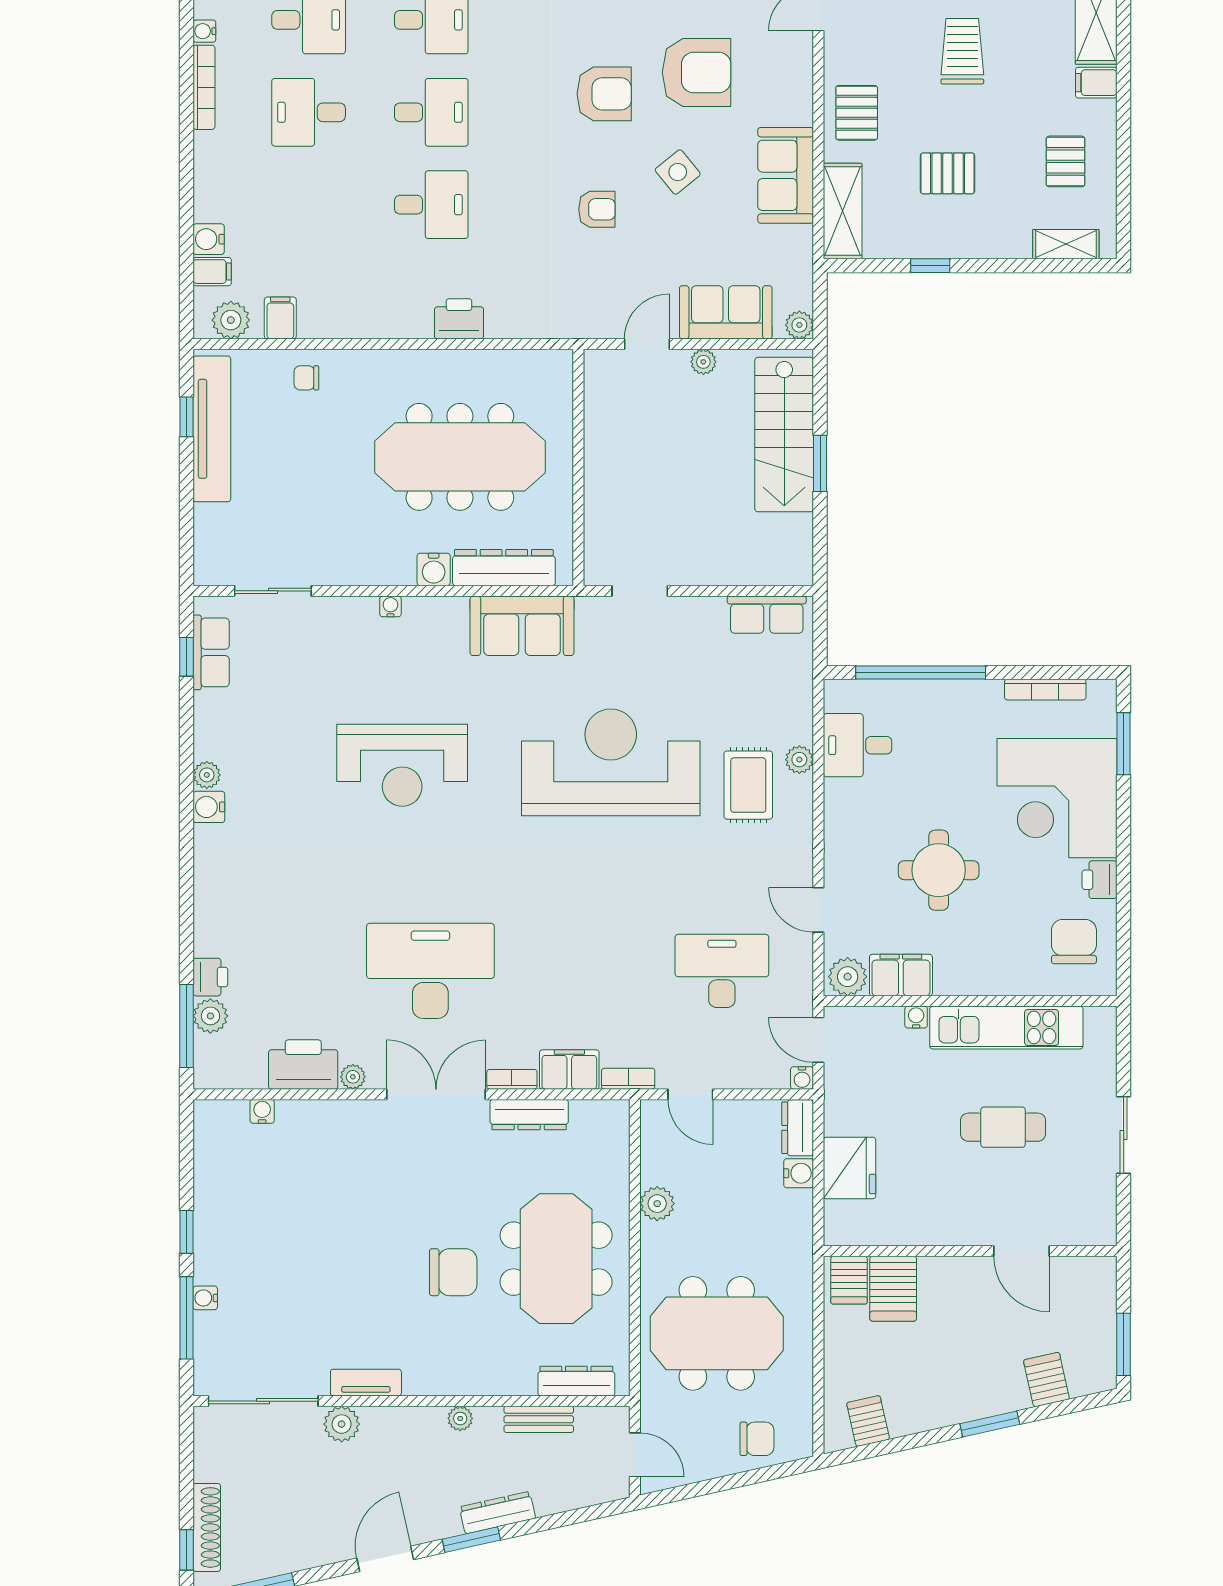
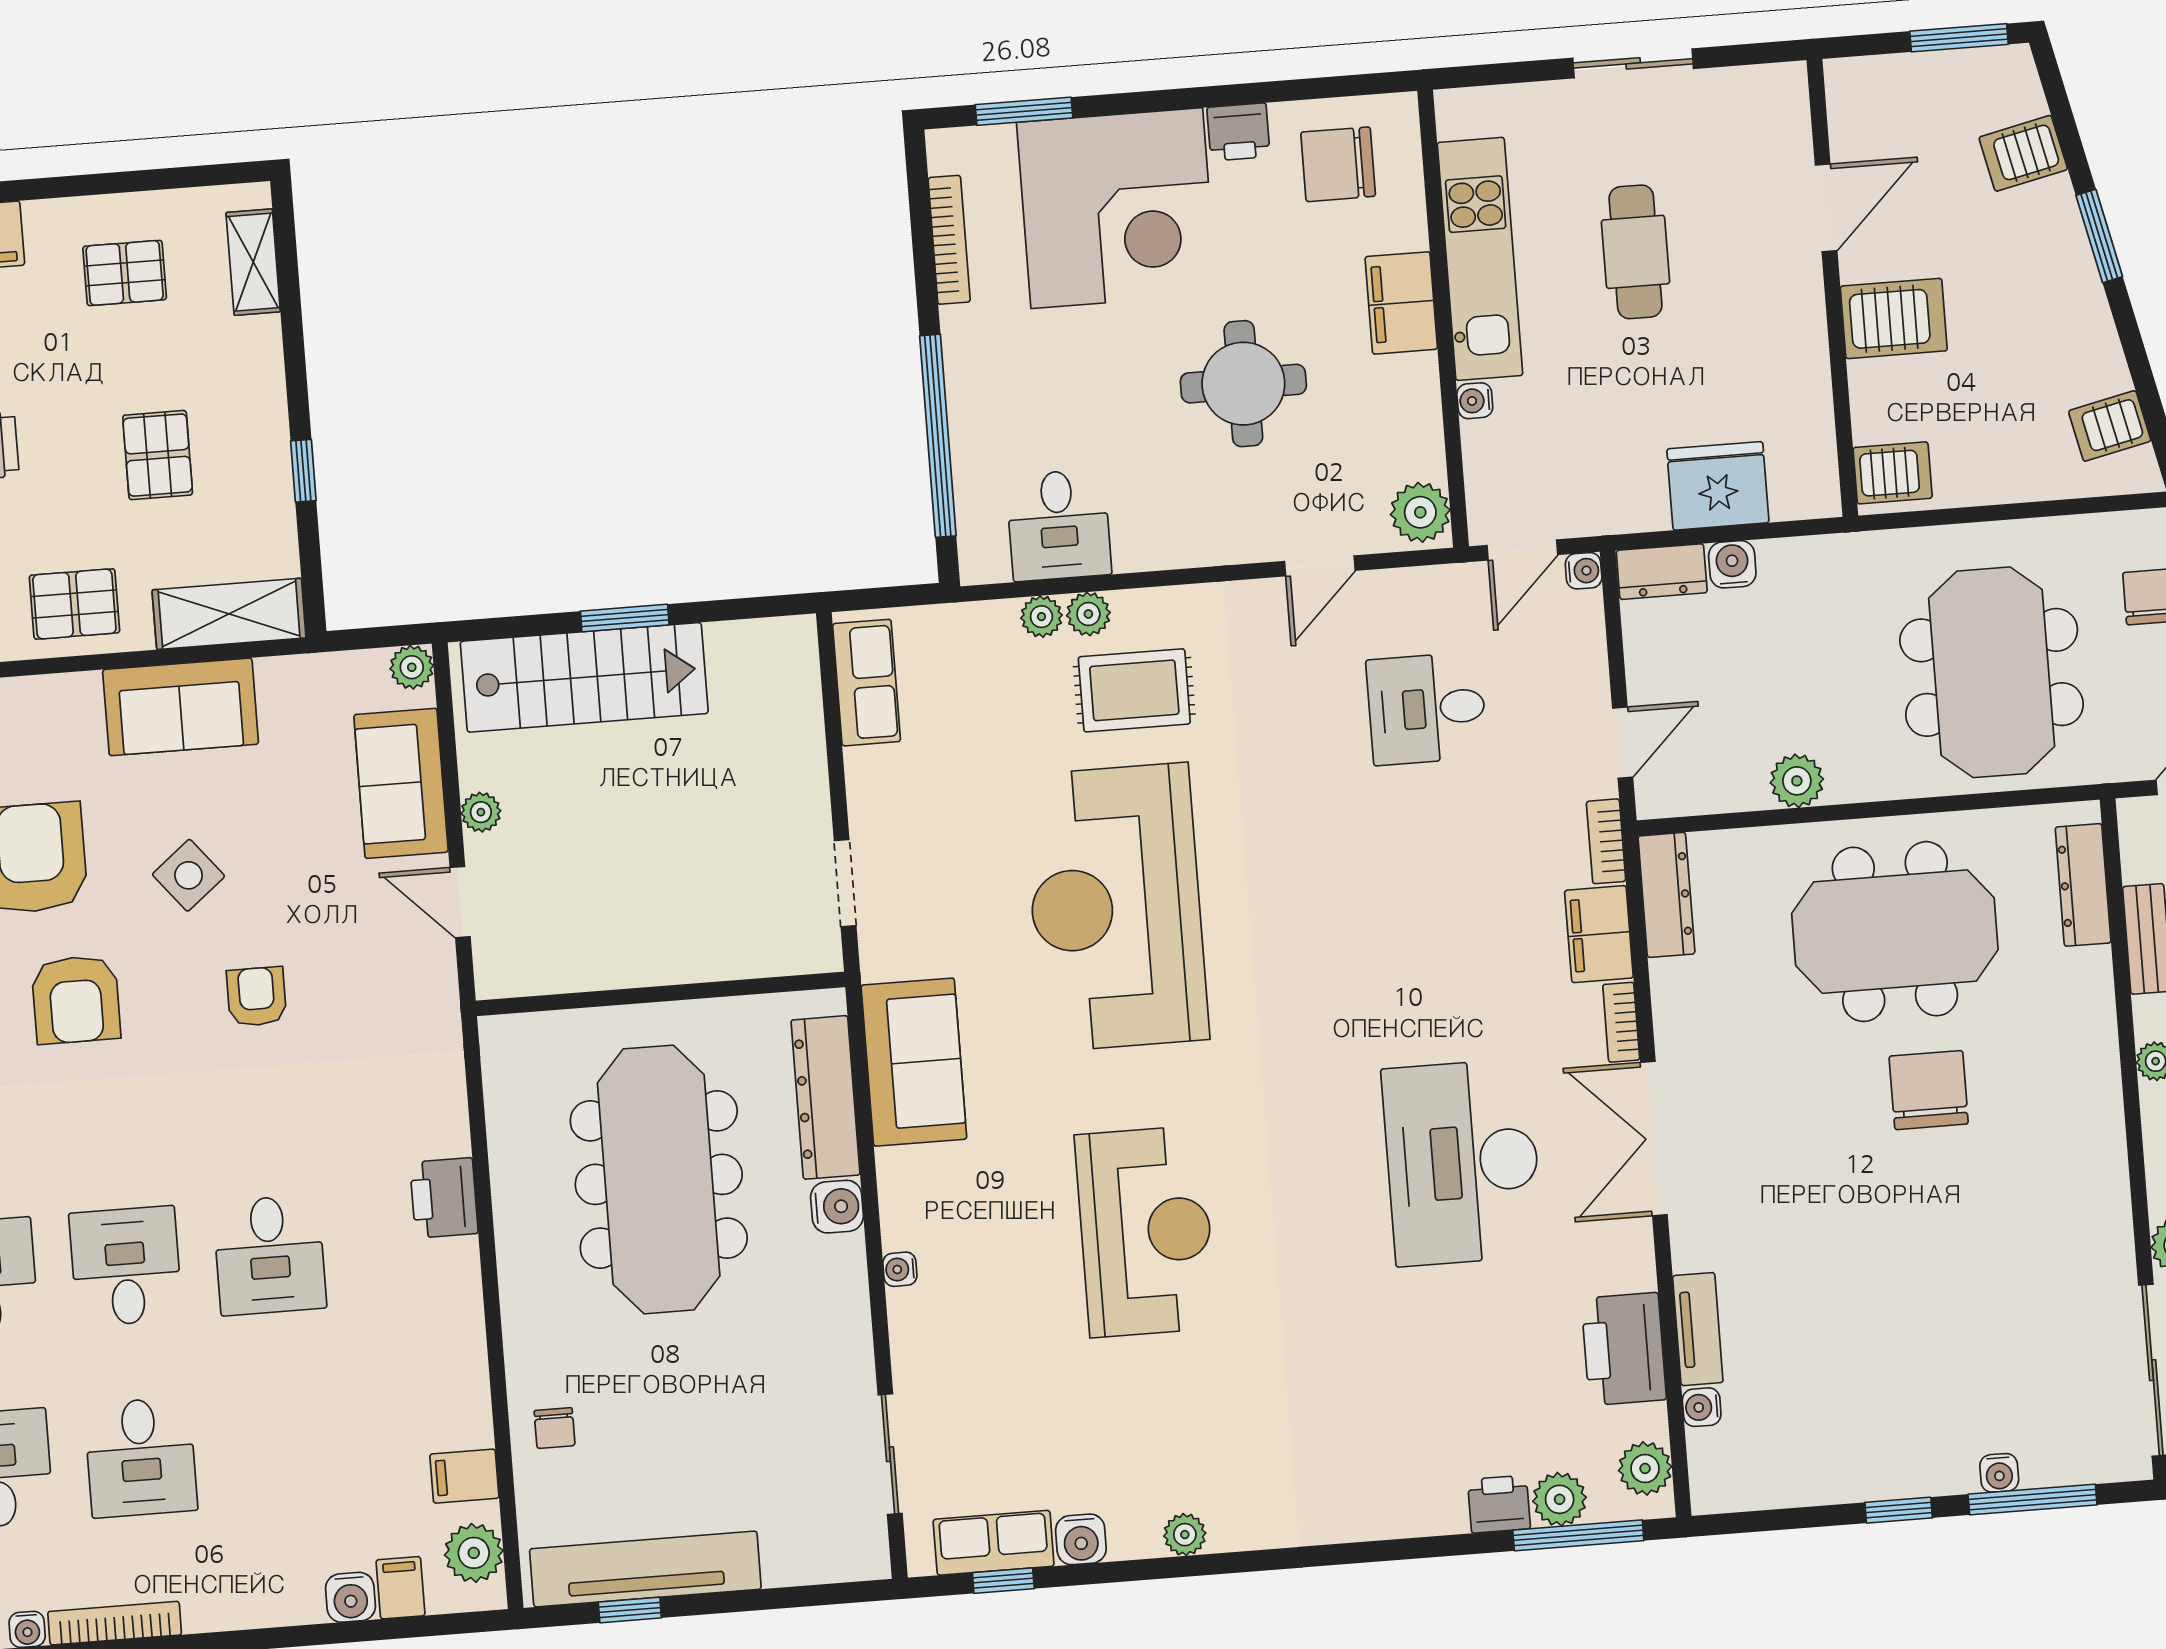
armchair: (604, 94) -> (76, 1000), turned 180
desk: (431, 205) -> (270, 1255), turned 180
plant: (800, 730) -> (1041, 617), added
water cooler: (209, 807) -> (1081, 1539), moved
desk: (722, 971) -> (1427, 709), width x0.73
filing cabinet: (901, 975) -> (1401, 303), moved
plant: (353, 1077) -> (1645, 1468), moved, width x1.38, depth x1.38
dresser: (529, 1115) -> (1666, 895), moved
server rack: (893, 1289) -> (1894, 318), moved
tv unit: (366, 1383) -> (1698, 1329), moved, turned 180

